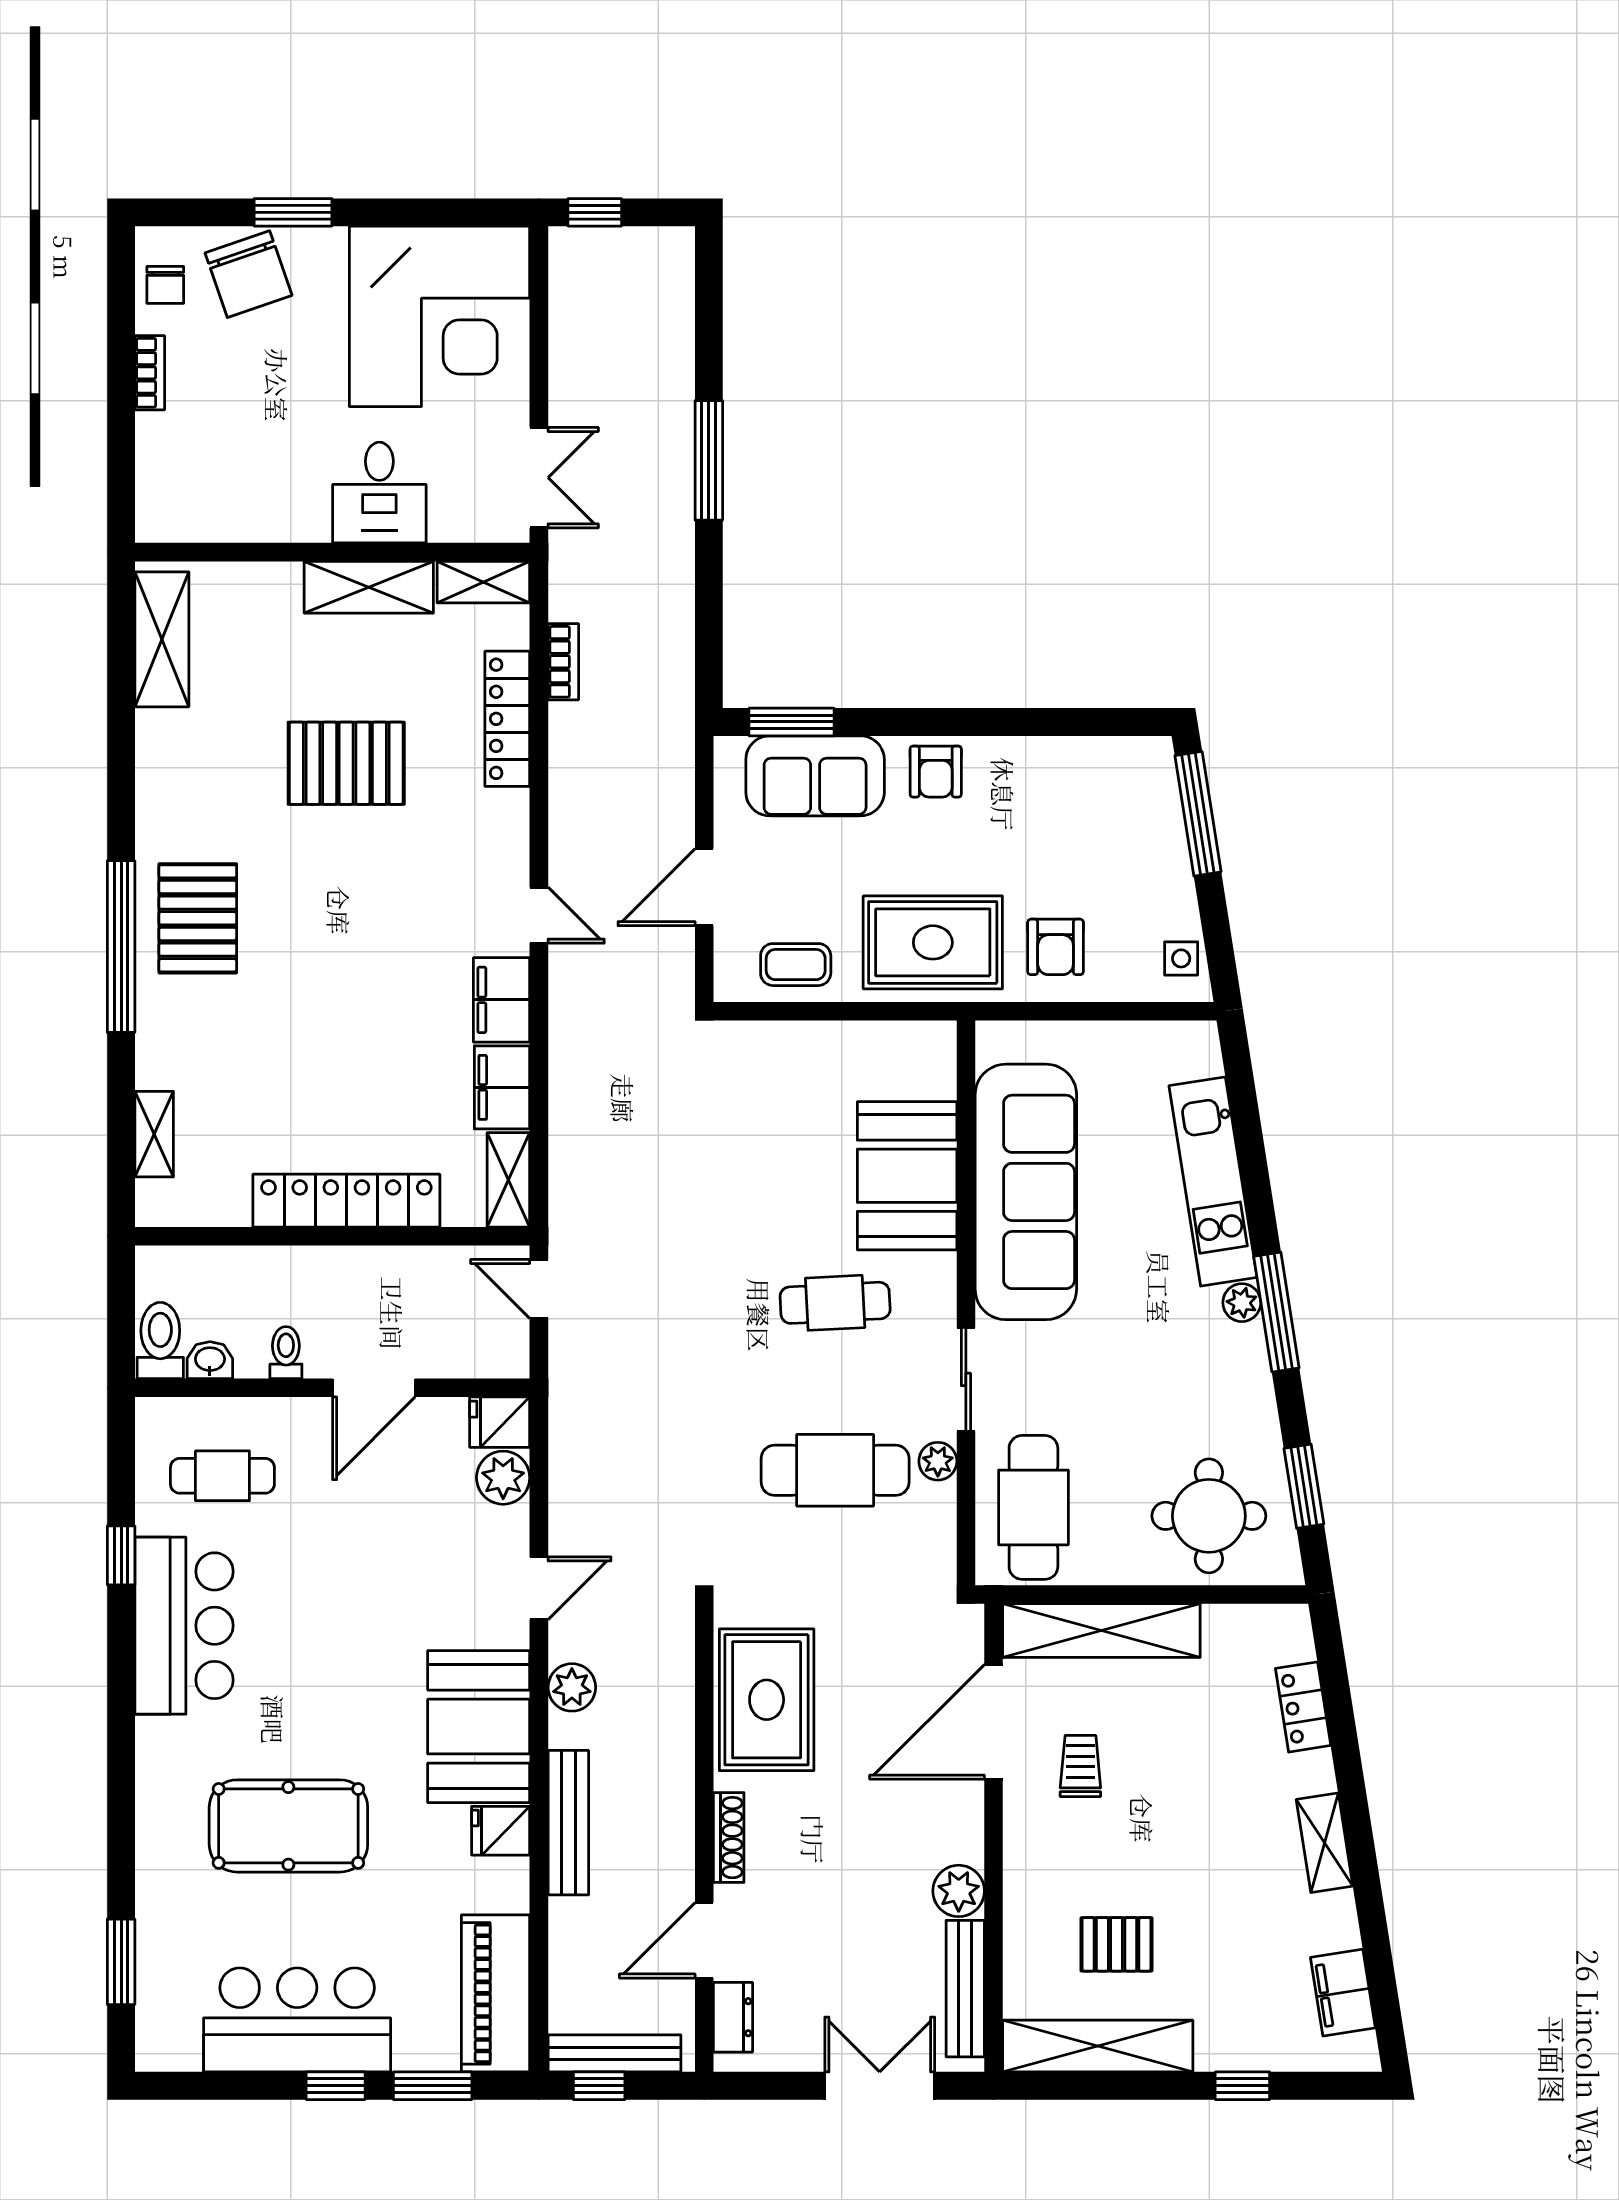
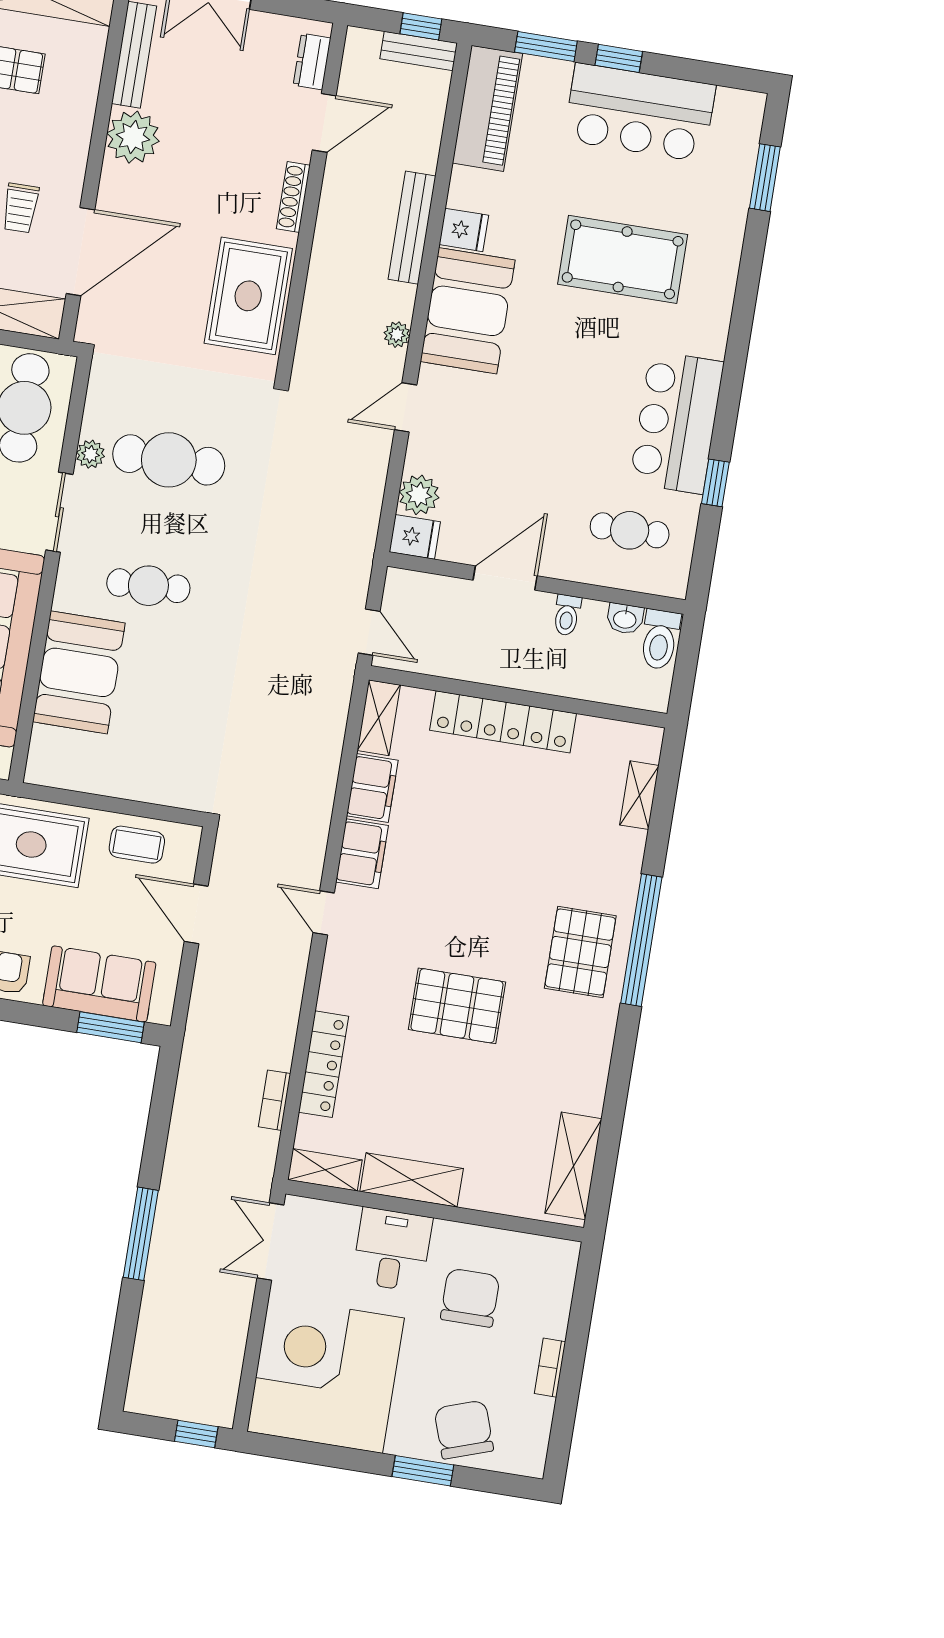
chair: (165, 285) -> (470, 1298), moved, width x1.87, depth x1.87
pallet: (346, 763) -> (457, 1006), moved
door: (704, 887) -> (196, 914), swing flipped
plant: (572, 1687) -> (397, 335), width x0.73, depth x0.73
plant: (959, 1891) -> (133, 137), width x1.36, depth x1.36
bench: (614, 2053) -> (419, 51), width x0.73

